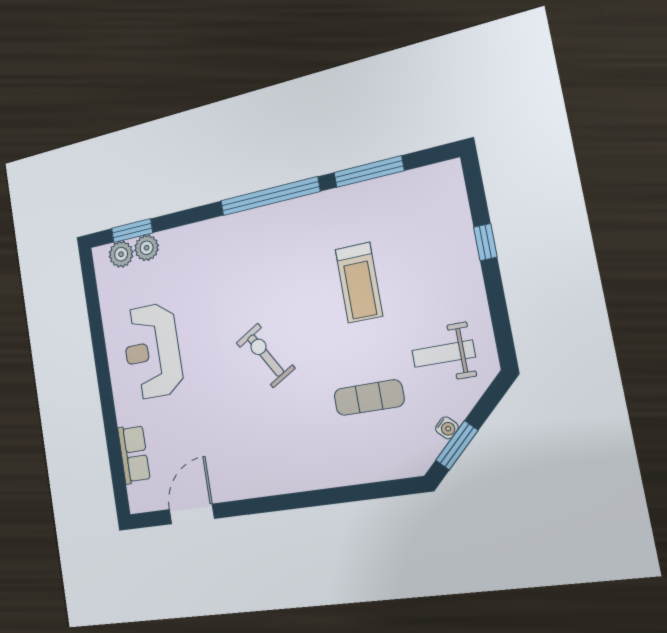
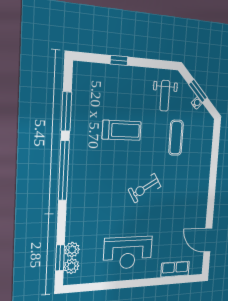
window: (457, 445) -> (198, 91), moved

